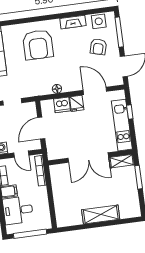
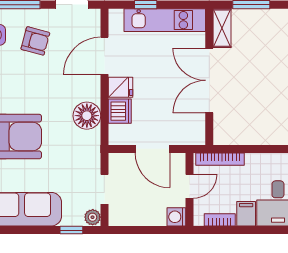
floor lamp: (57, 89) -> (87, 116), width x1.89, depth x1.89
double door: (88, 158) -> (209, 80), swing flipped

